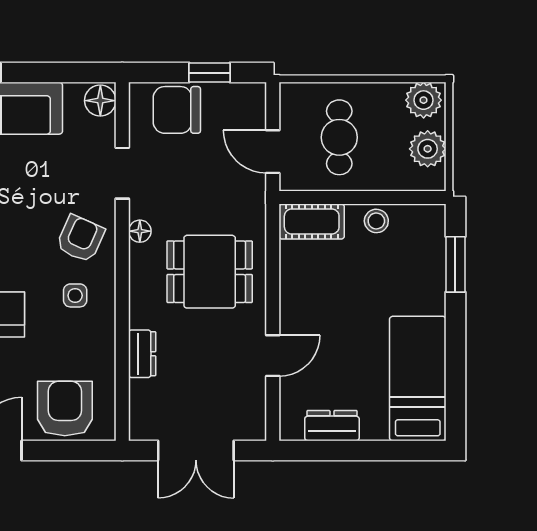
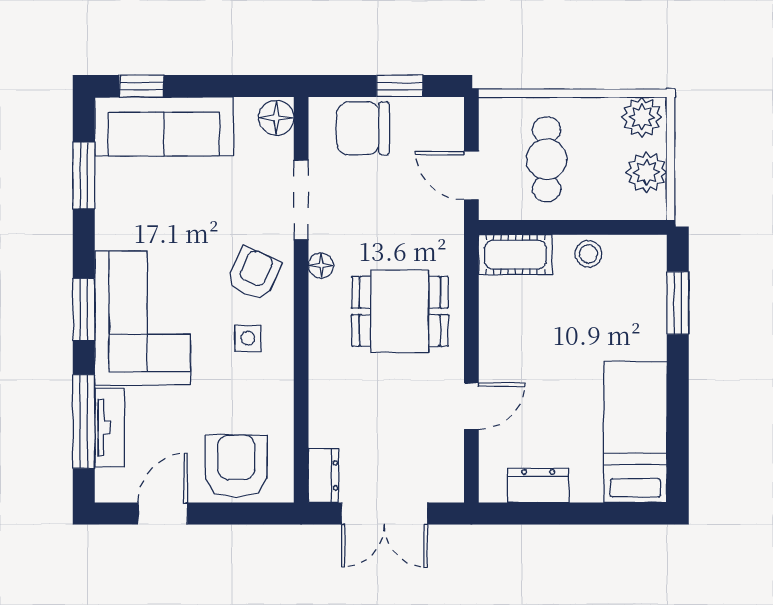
doorway: (122, 173) -> (301, 200), width x1.38
dresser: (142, 354) -> (324, 476), moved

